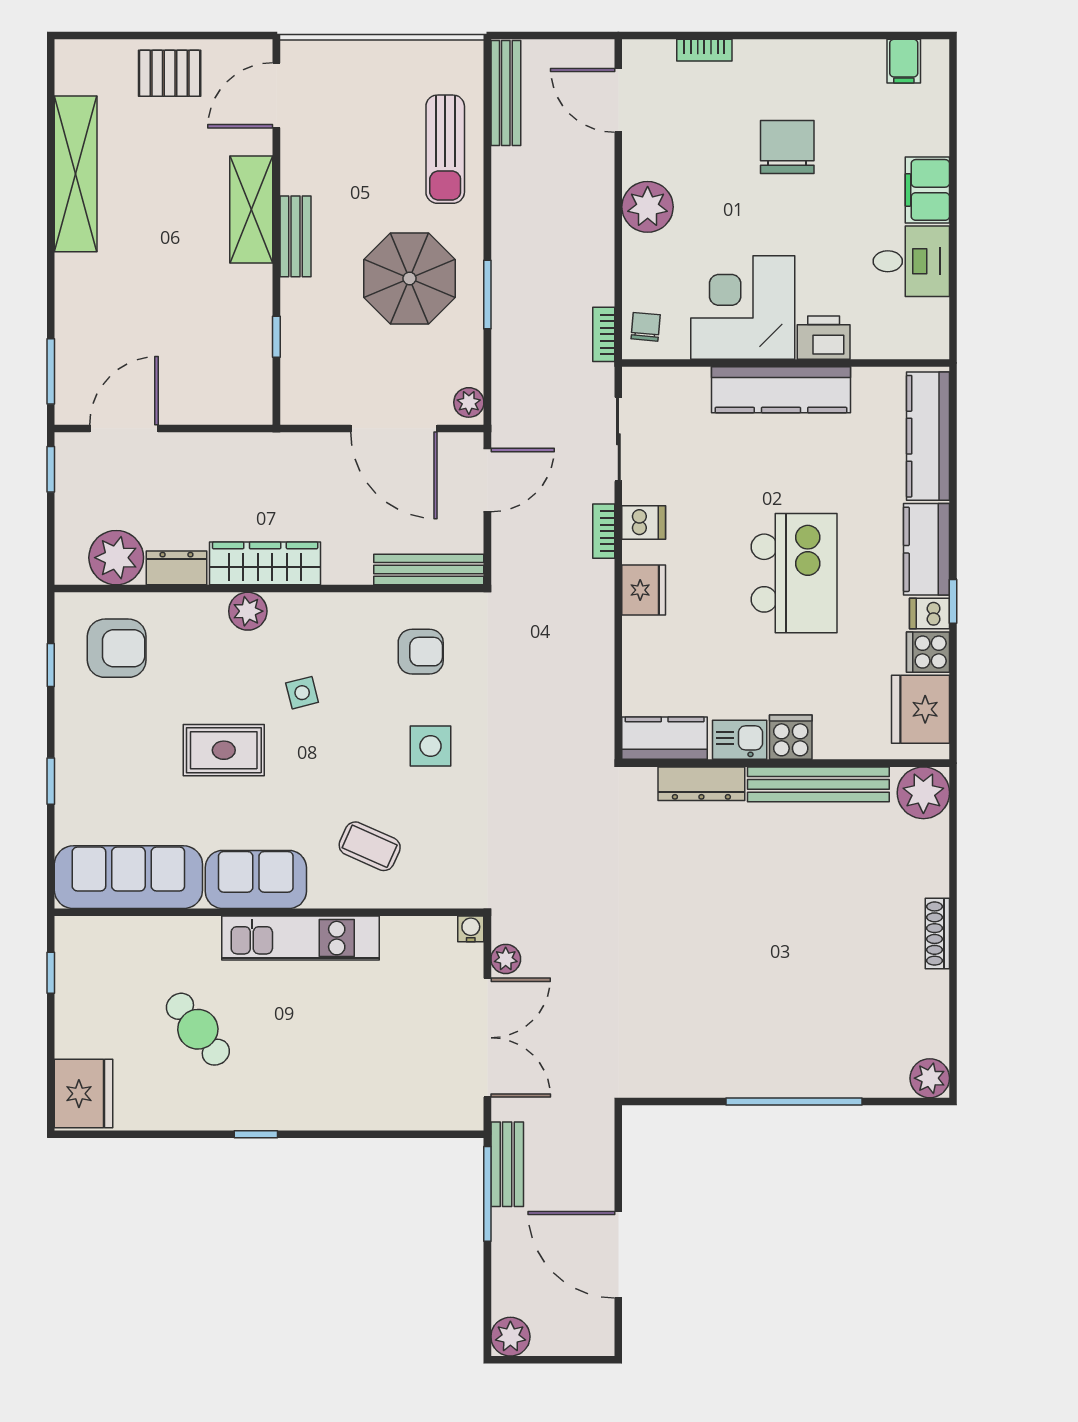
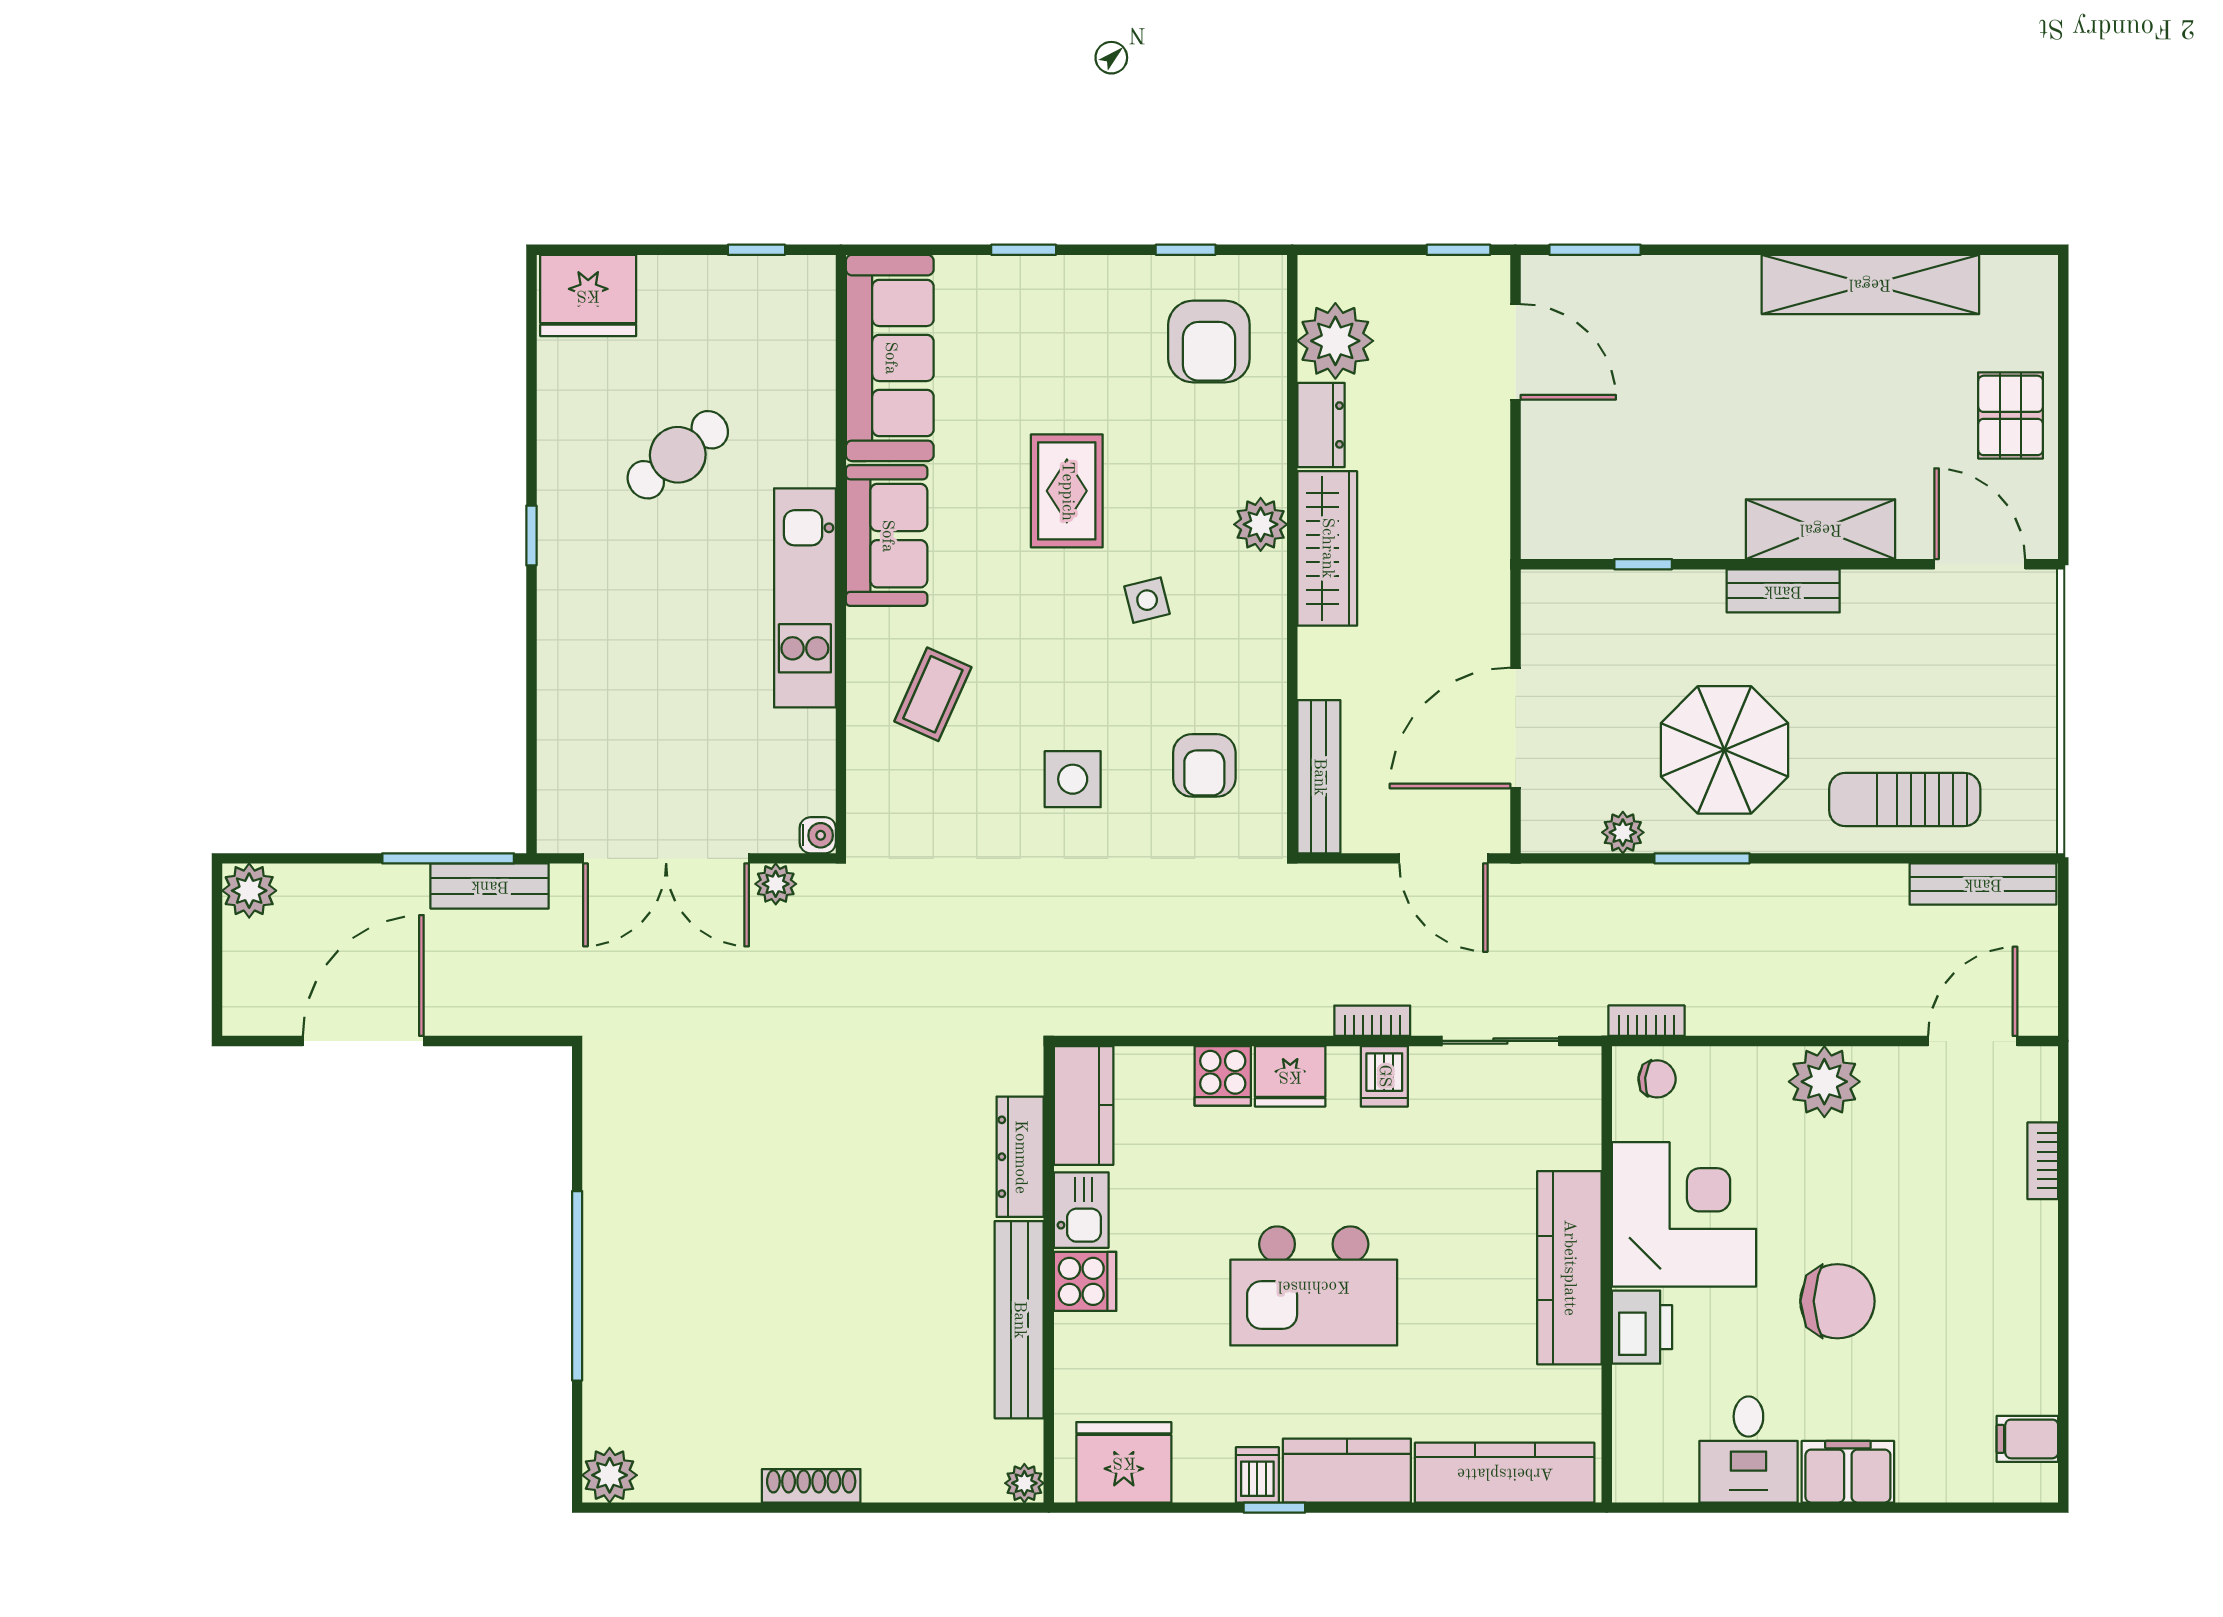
chair: (787, 147) -> (1837, 1301), moved
plant: (469, 402) -> (1623, 832), moved
cooker: (928, 652) -> (1223, 1076), moved, turned 180
plant: (923, 793) -> (1024, 1483), width x0.53, depth x0.53

